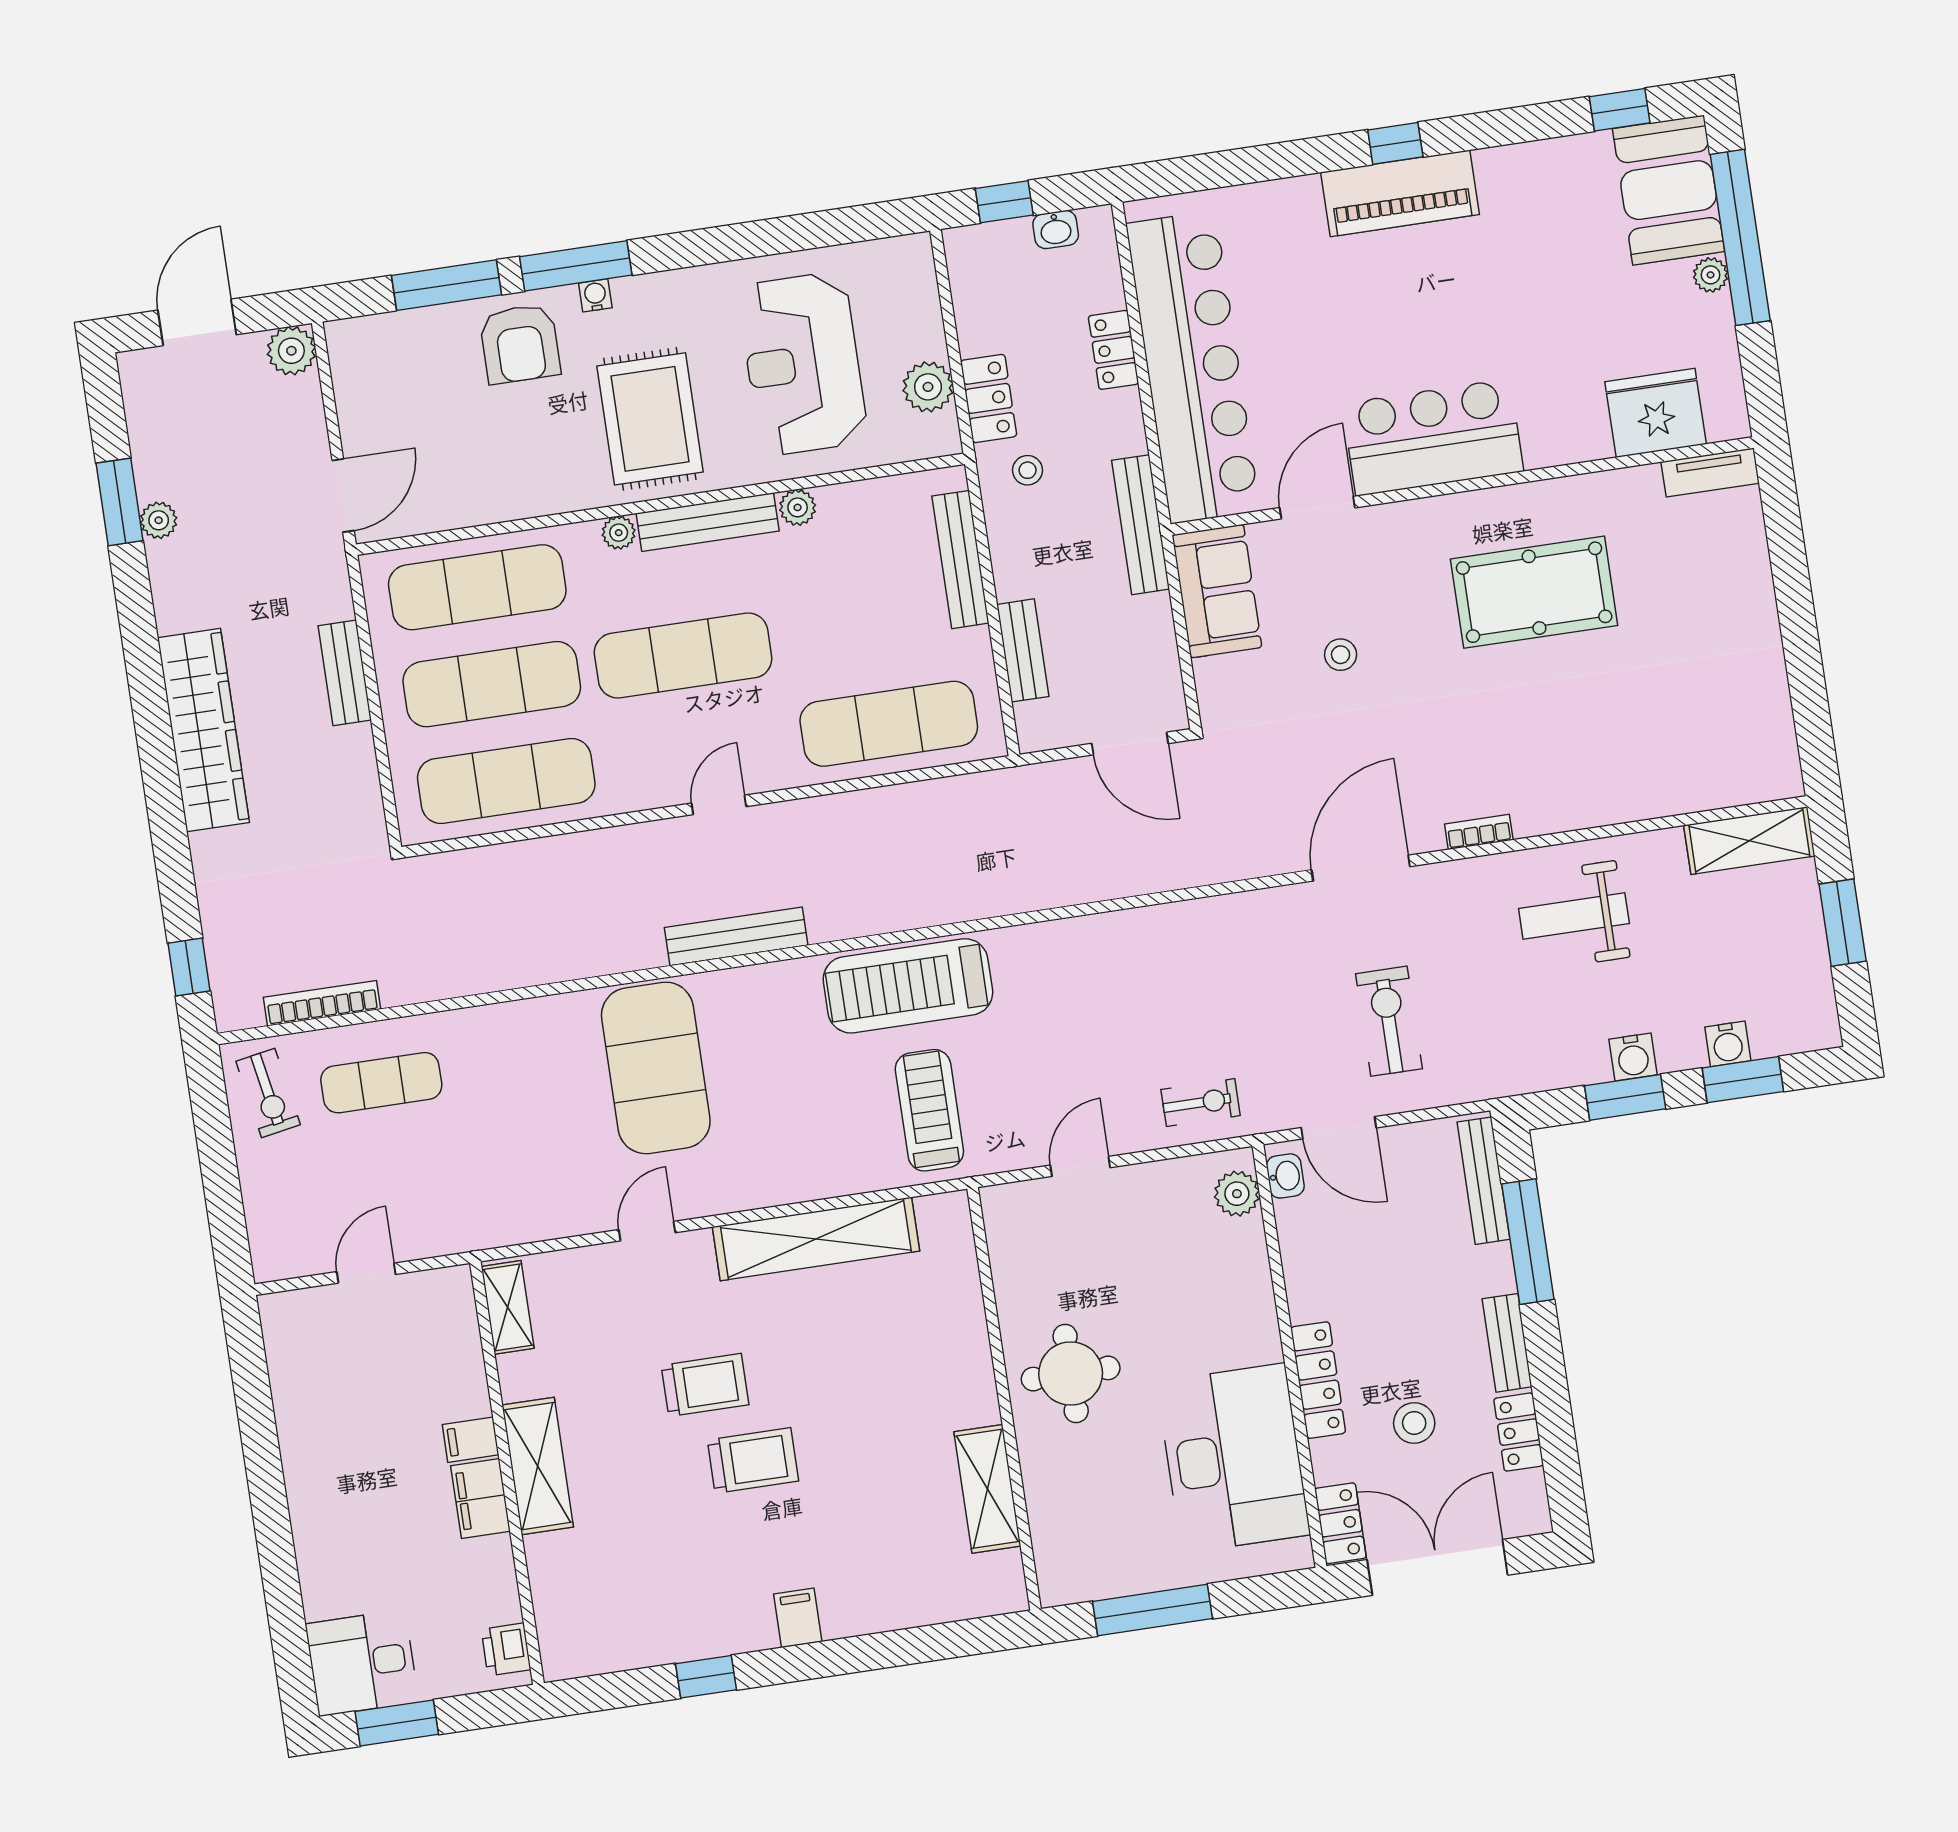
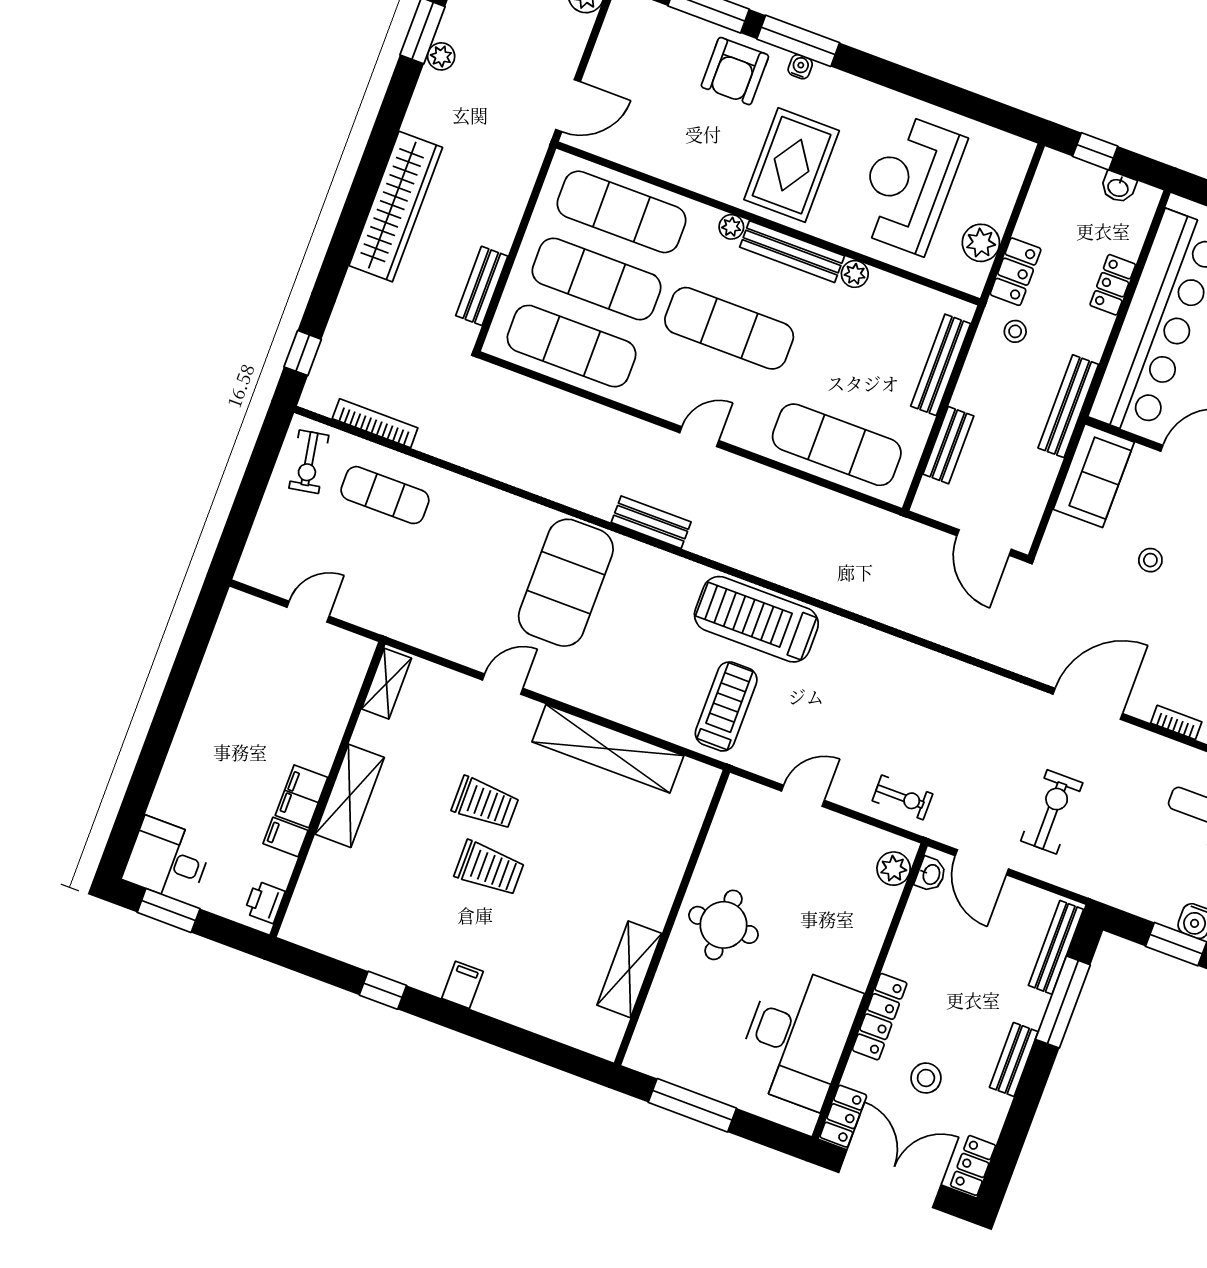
bench: (345, 673) -> (482, 286), moved
bench: (736, 936) -> (651, 522), width x0.73
locker: (1519, 1432) -> (973, 1165), moved
filing cabinet: (471, 1440) -> (286, 837), moved

